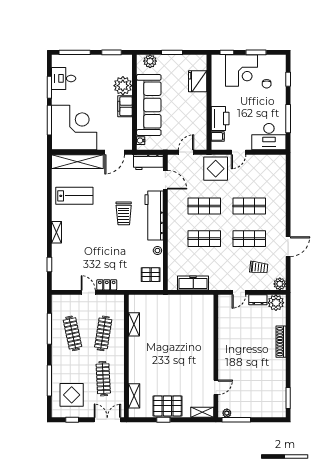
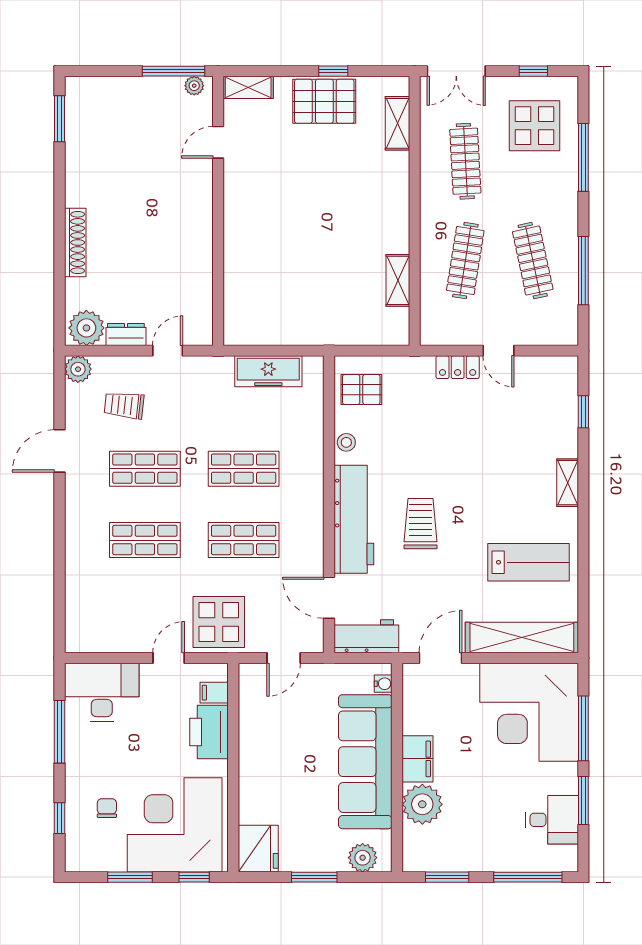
corner desk: (241, 70) -> (175, 825), width x1.36, depth x1.36
fridge: (198, 81) -> (258, 849), moved
lab bench: (74, 196) -> (528, 562), turned 180

